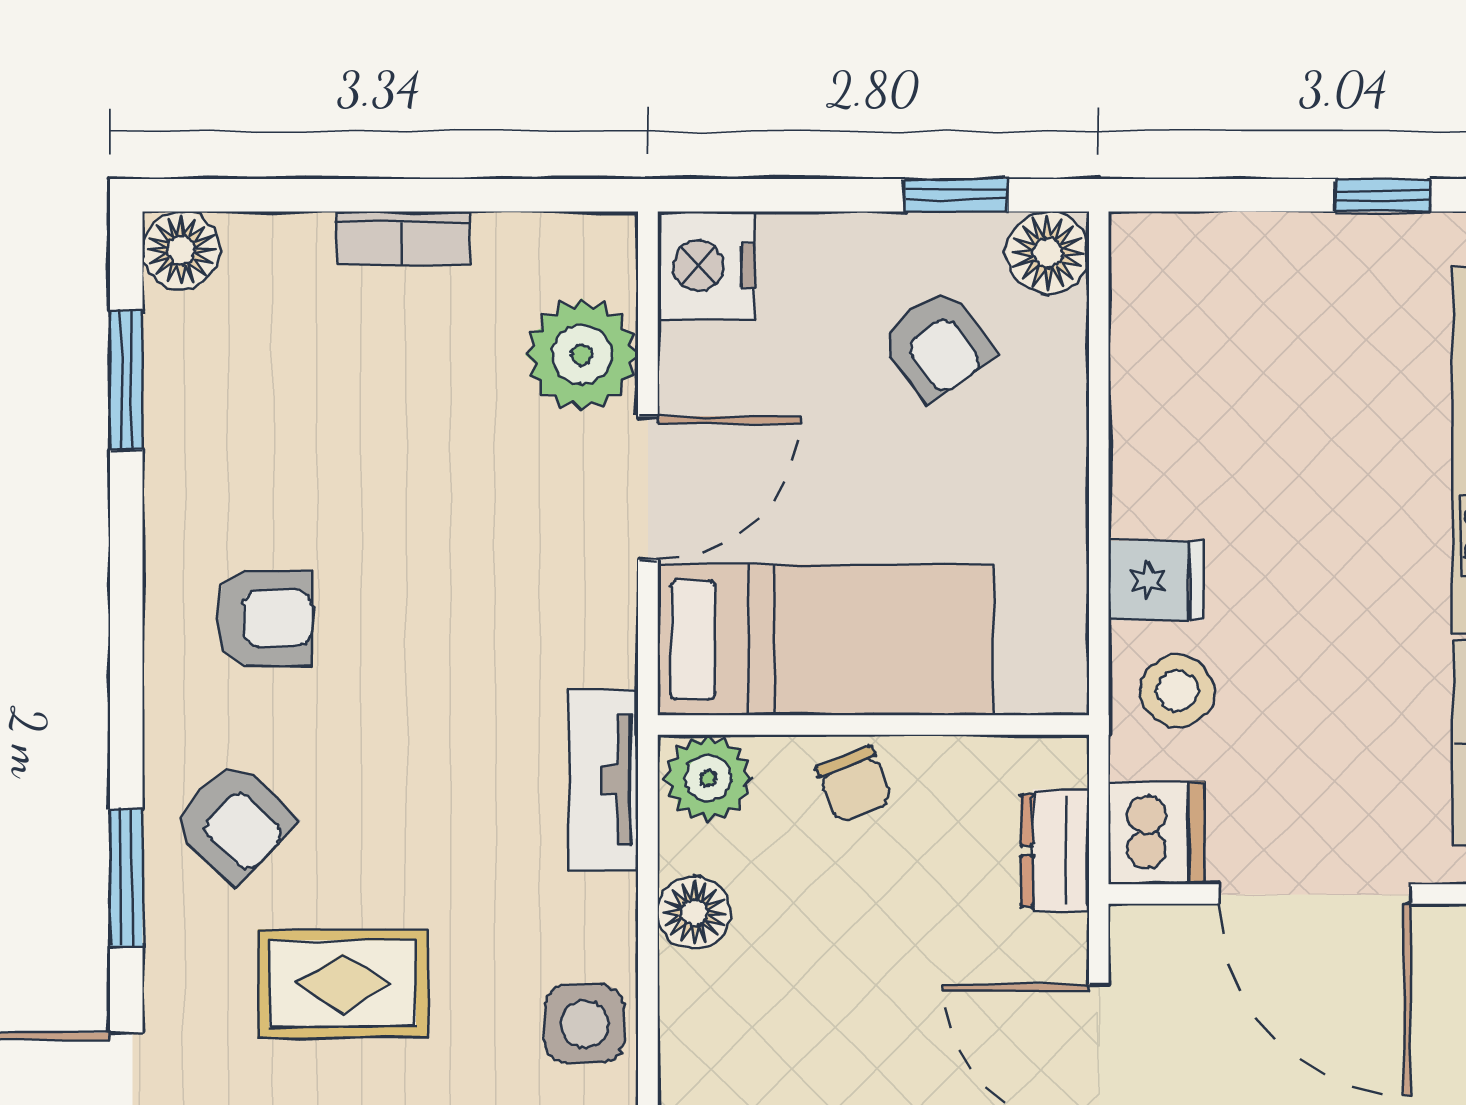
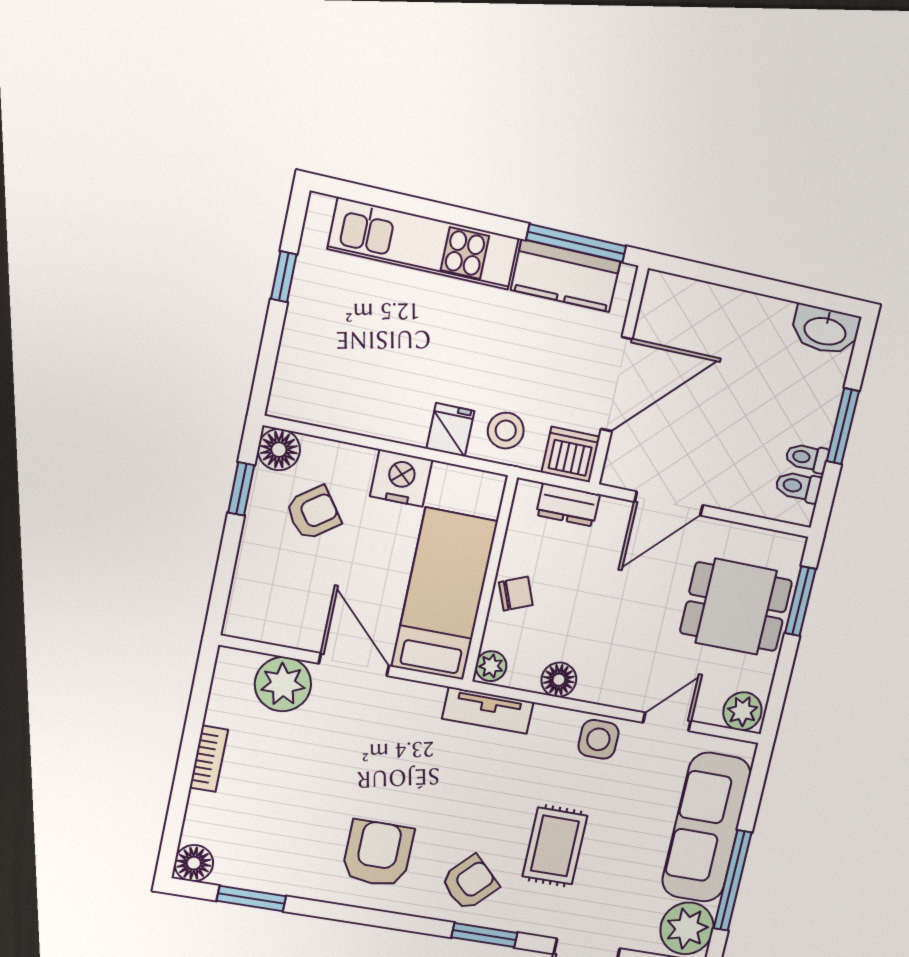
nightstand: (706, 266) -> (401, 478), moved, turned 180
armchair: (264, 618) -> (378, 853), width x1.38, depth x1.38
plant: (708, 778) -> (491, 666), width x0.73, depth x0.73

